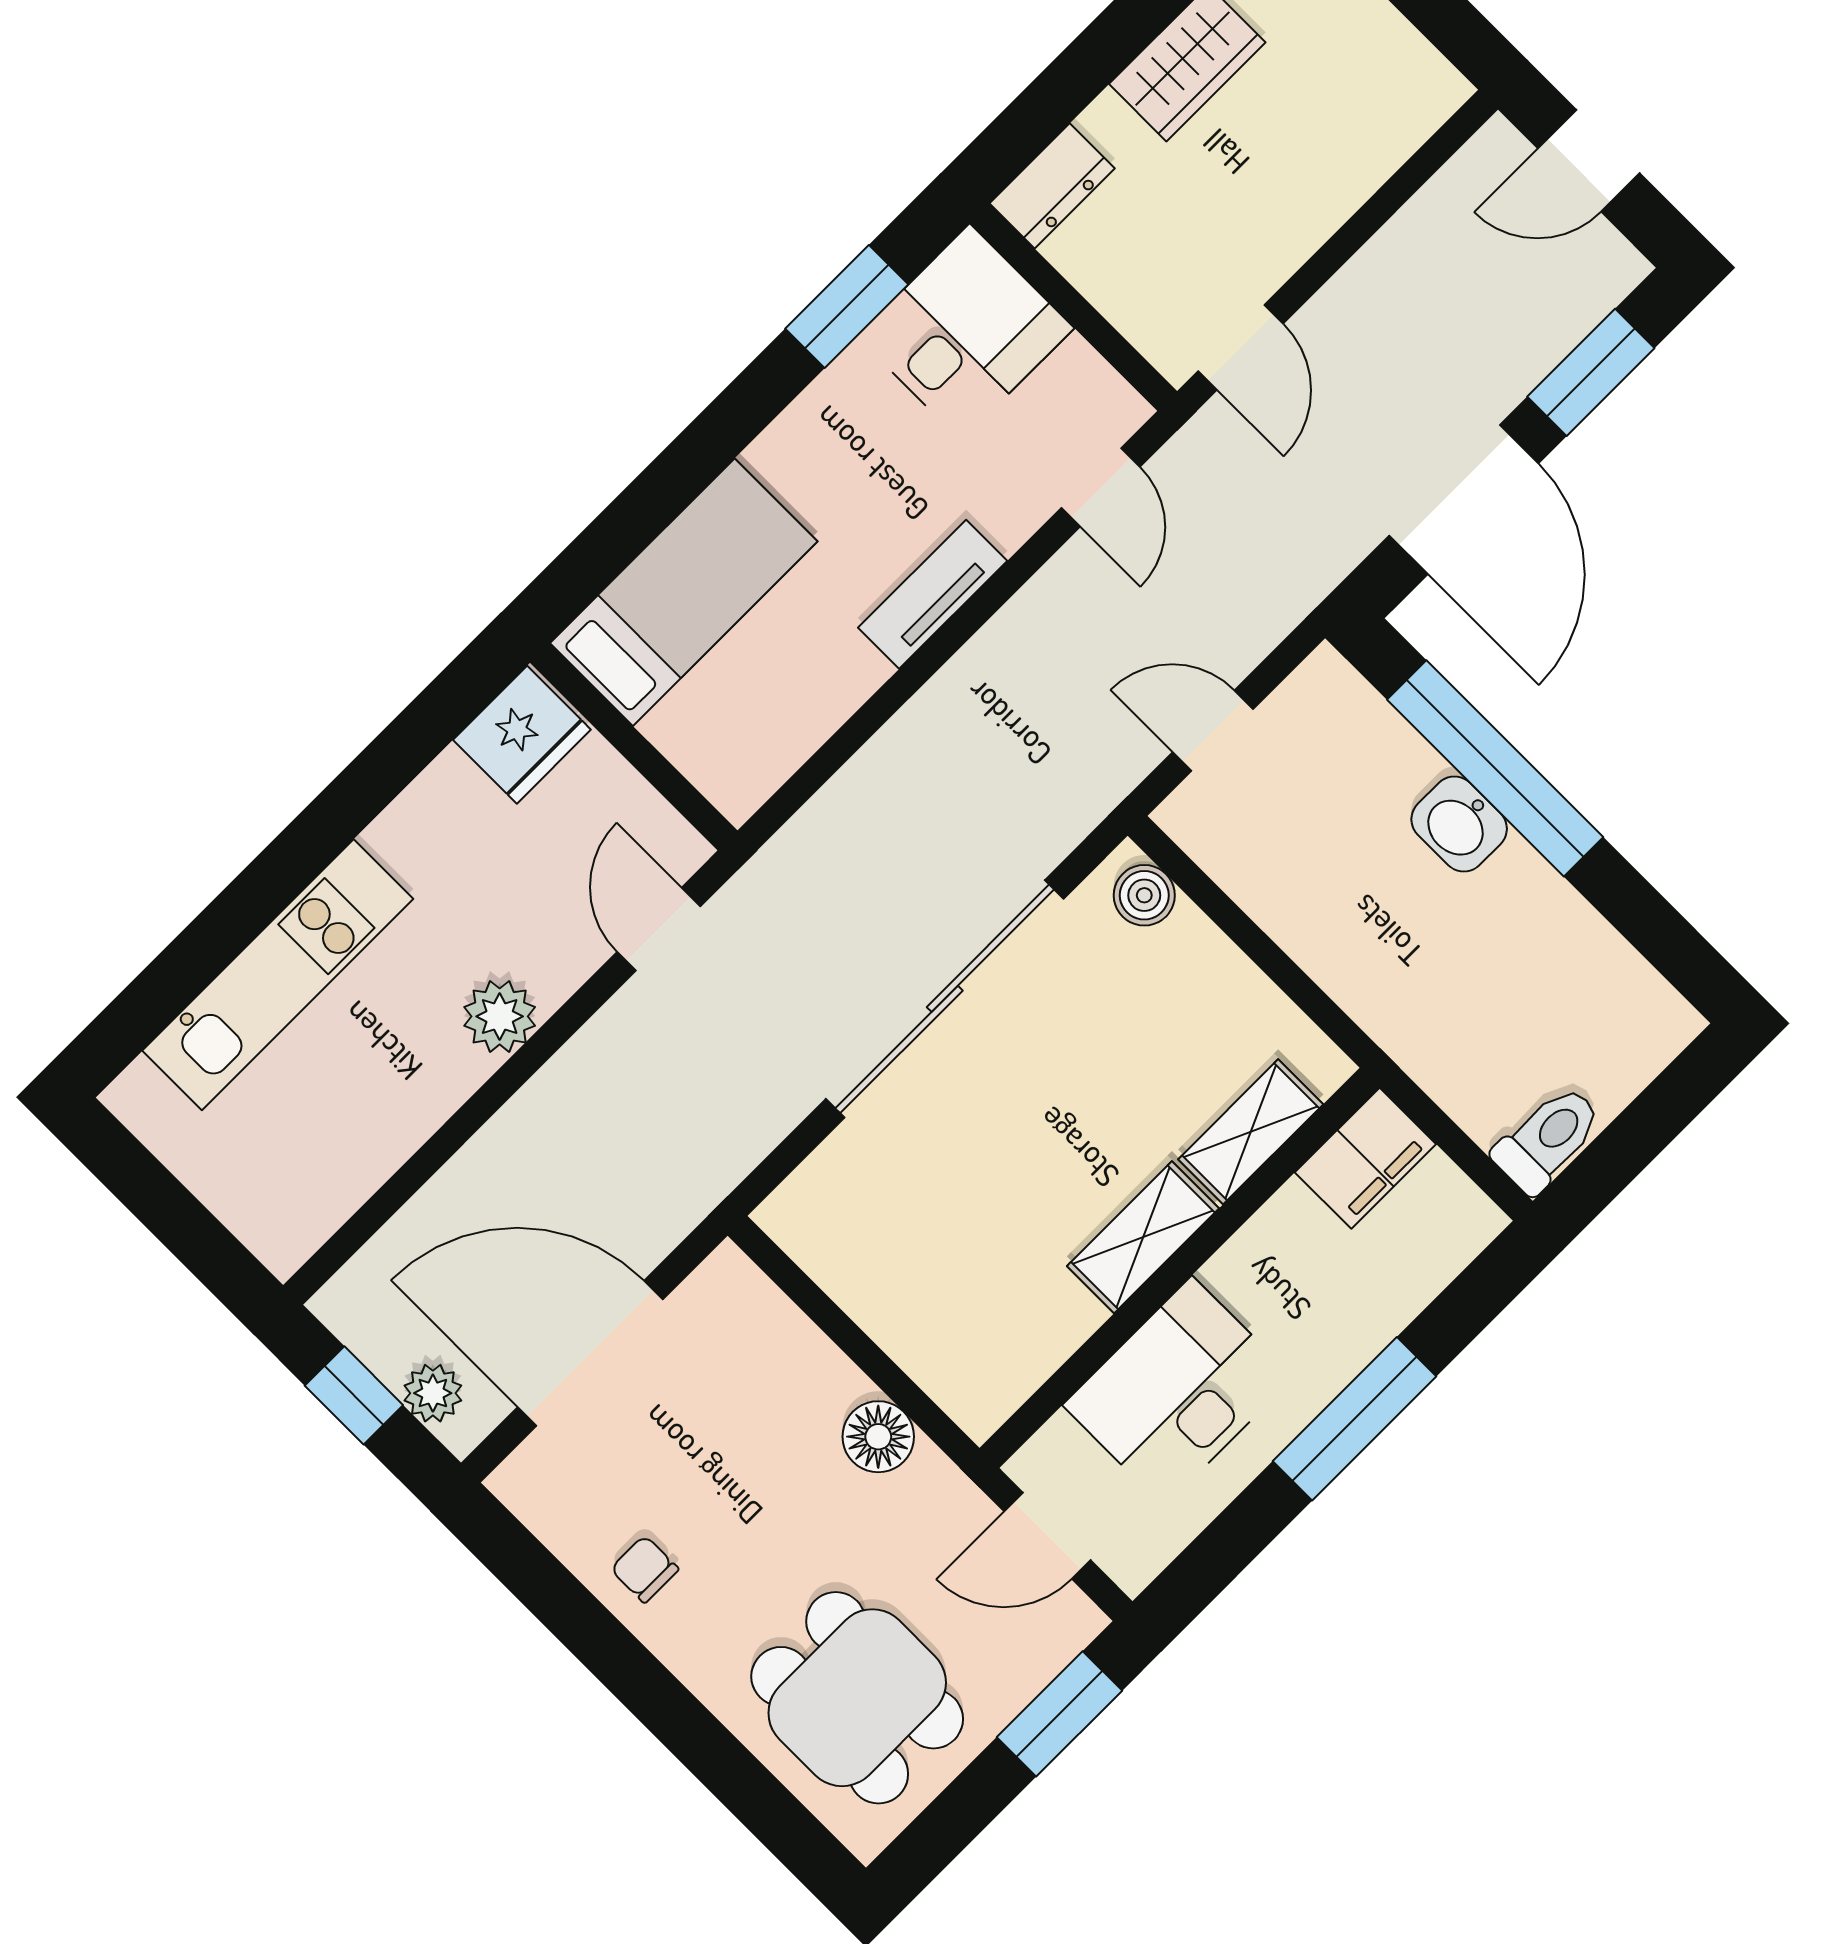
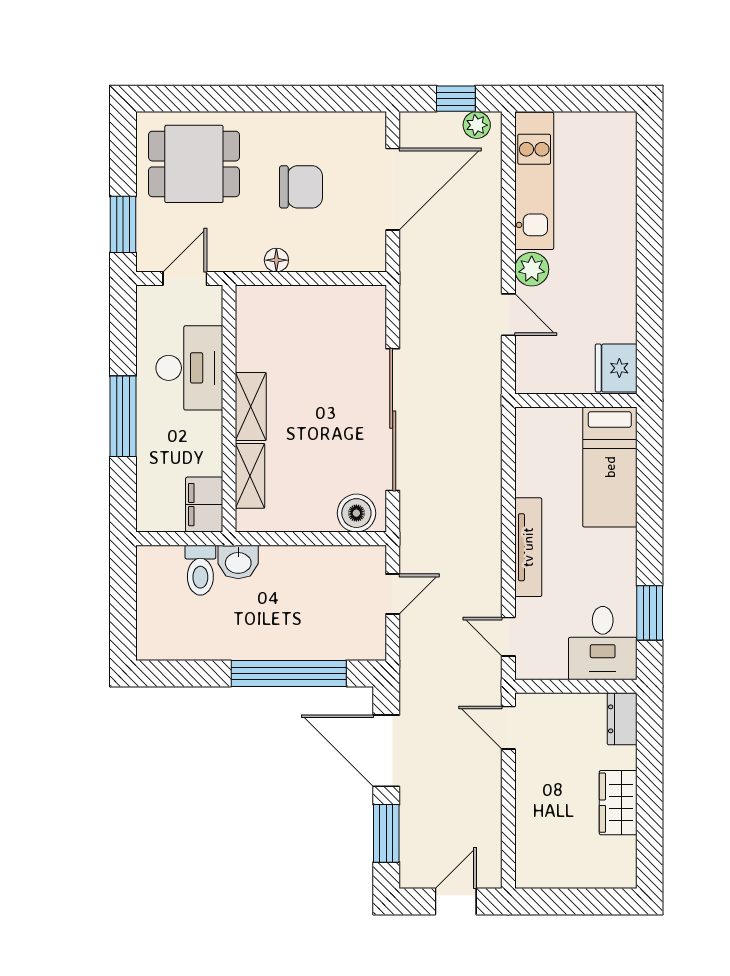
tv unit: (933, 594) -> (528, 547), width x1.41
washbasin: (1459, 824) -> (238, 562), moved, turned 180
boiler: (1144, 895) -> (356, 513), width x1.36, depth x1.36
door: (659, 929) -> (508, 315), moved
kitchen unit: (278, 975) -> (534, 181), moved, turned 180
toilet: (1548, 1139) -> (200, 570), moved
plant: (433, 1393) -> (477, 125), moved
floor lamp: (878, 1437) -> (276, 260), width x0.73, depth x0.73
chair: (645, 1569) -> (301, 187), moved, width x1.87, depth x1.87

